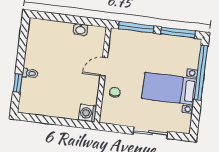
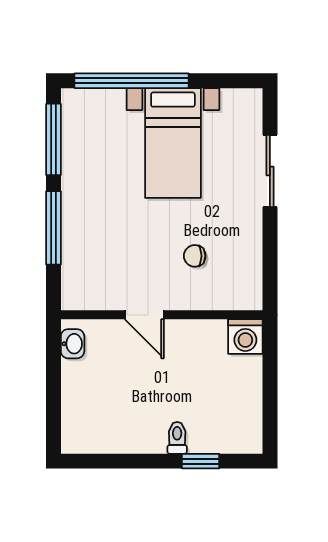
door: (104, 67) -> (144, 315), moved
wall: (103, 75) -> (162, 315), moved
washing machine: (88, 113) -> (245, 336), moved

